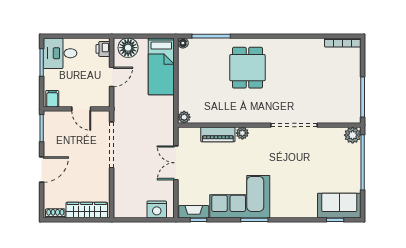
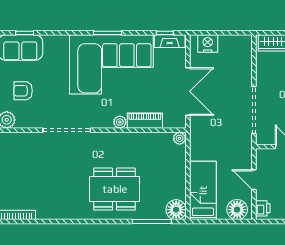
floor lamp: (183, 43) -> (176, 210), width x1.89, depth x1.89
dining table: (247, 68) -> (115, 189), width x1.38
door: (112, 77) -> (254, 180), hinge flipped
double door: (176, 163) -> (188, 91), width x1.37
armchair: (337, 163) -> (23, 91), added
corner sofa: (240, 197) -> (111, 64), width x1.36, depth x1.36

